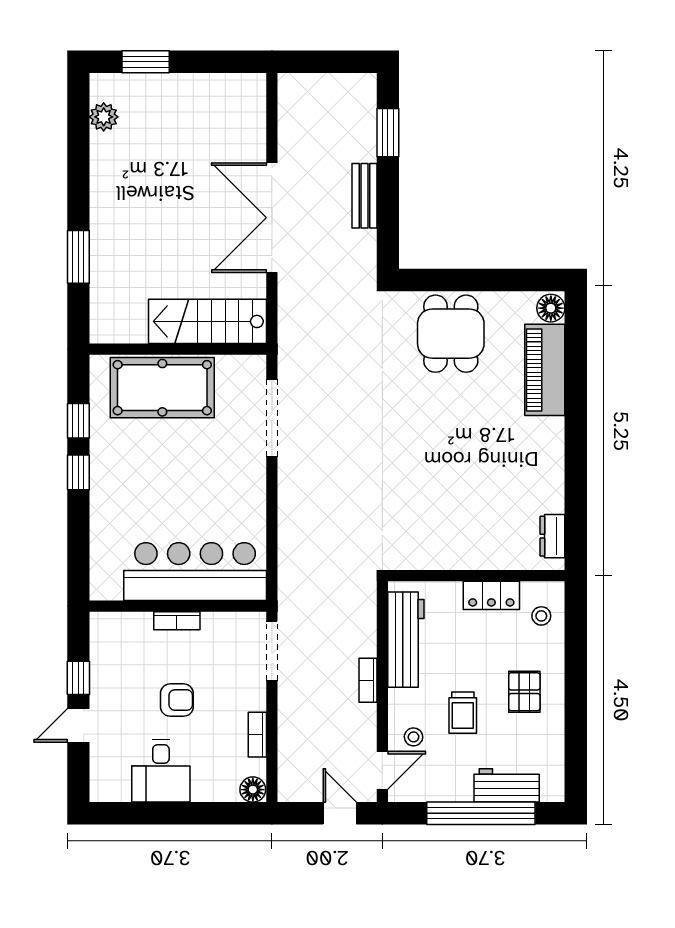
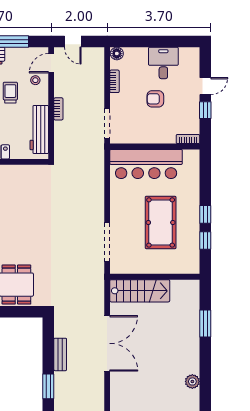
plant: (104, 117) -> (192, 381), moved
pool table: (162, 388) -> (161, 222), moved, turned 90
bookcase: (177, 621) -> (188, 139), moved

